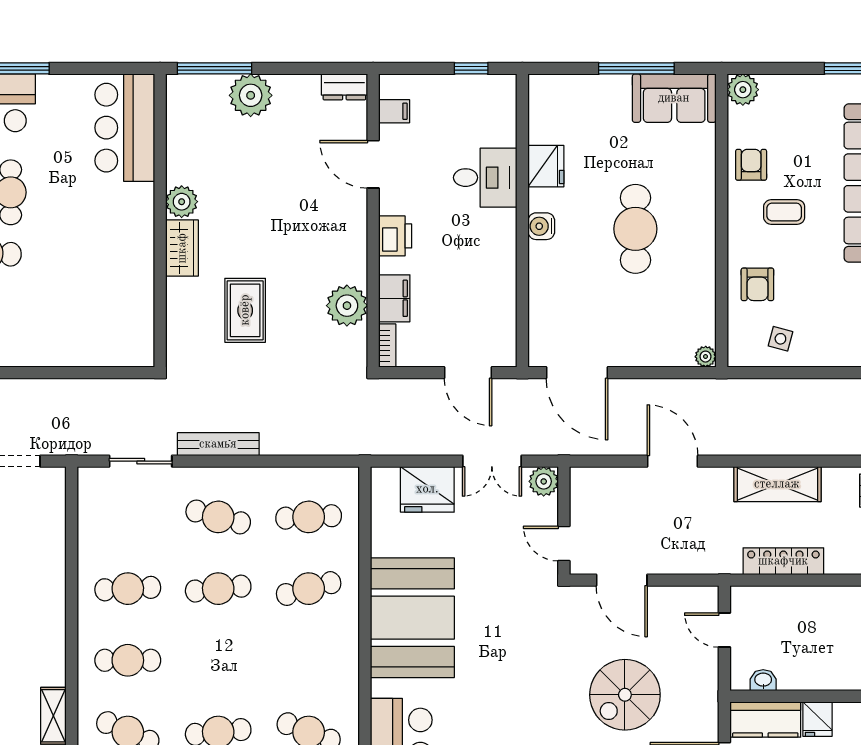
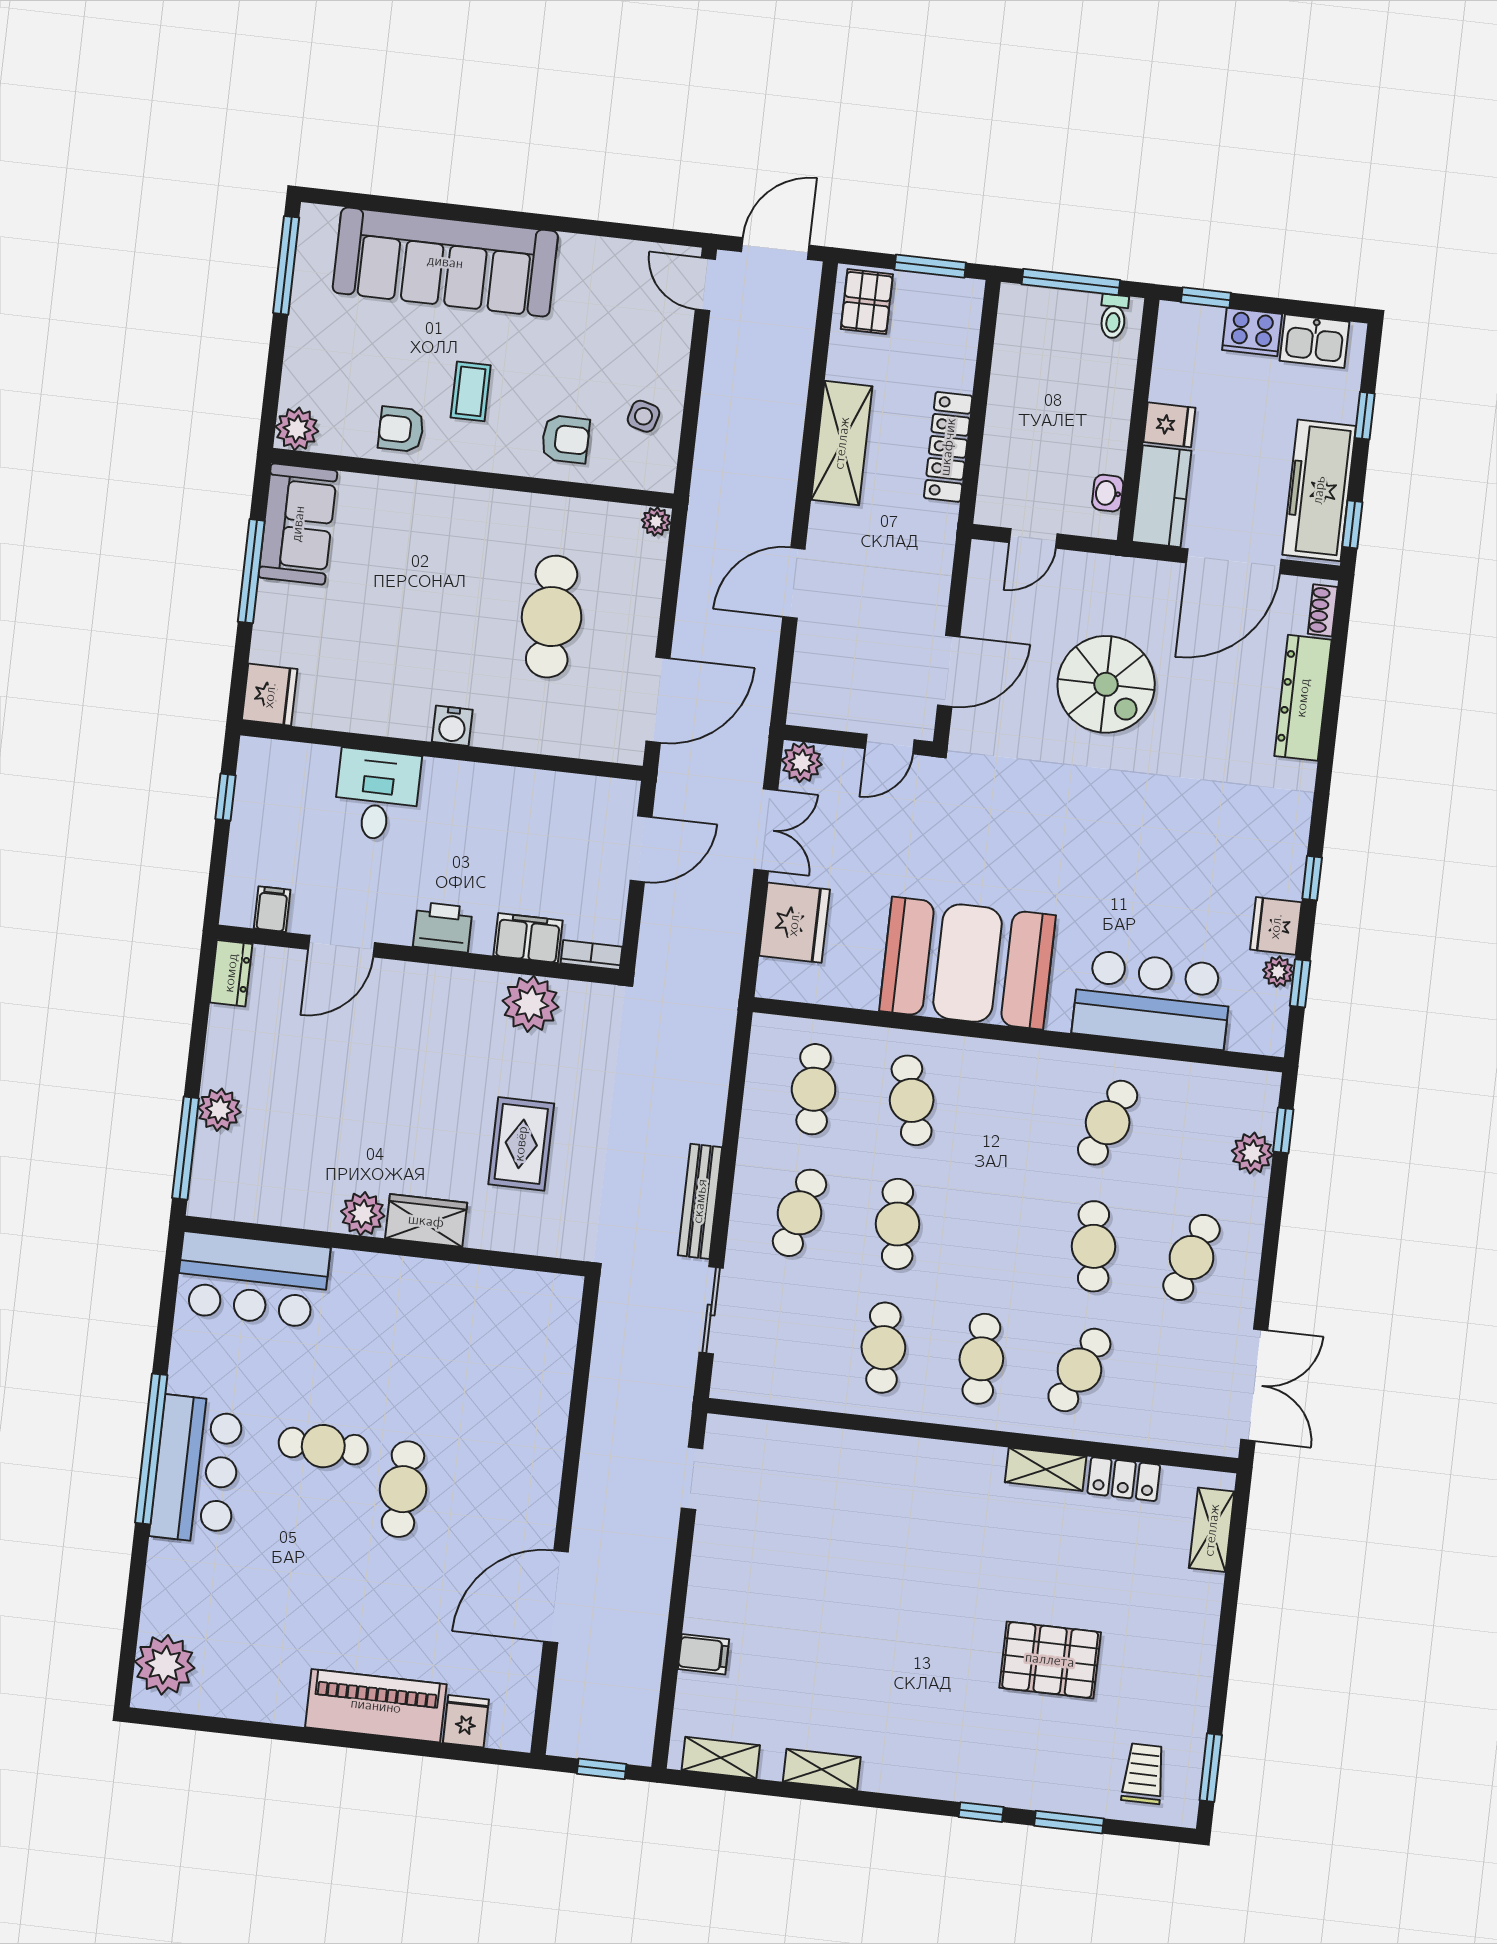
plant: (251, 95) -> (219, 1110), width x0.73, depth x0.73
fridge: (546, 166) -> (270, 695), moved, turned 90
cafe table: (635, 229) -> (552, 617), moved, turned 90
rug: (245, 310) -> (521, 1144), turned 90

